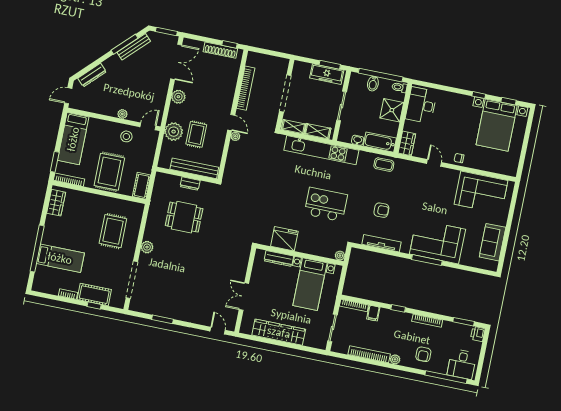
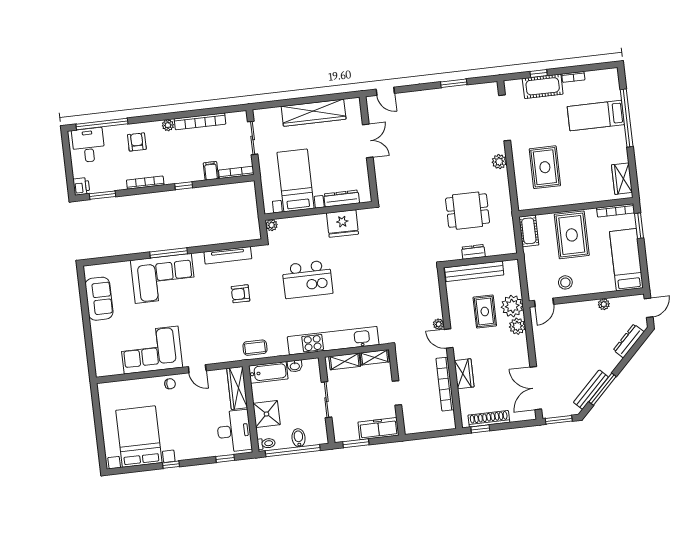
freezer: (327, 74) -> (378, 429), moved
wardrobe: (228, 91) -> (464, 374), added
doorway: (285, 93) -> (397, 393), width x0.53
plant: (178, 97) -> (517, 326), moved
window: (508, 101) -> (225, 458), moved
plant: (122, 114) -> (604, 304), moved
wardrobe: (407, 143) -> (237, 388), width x1.50
corner sofa: (481, 192) -> (151, 350), moved

